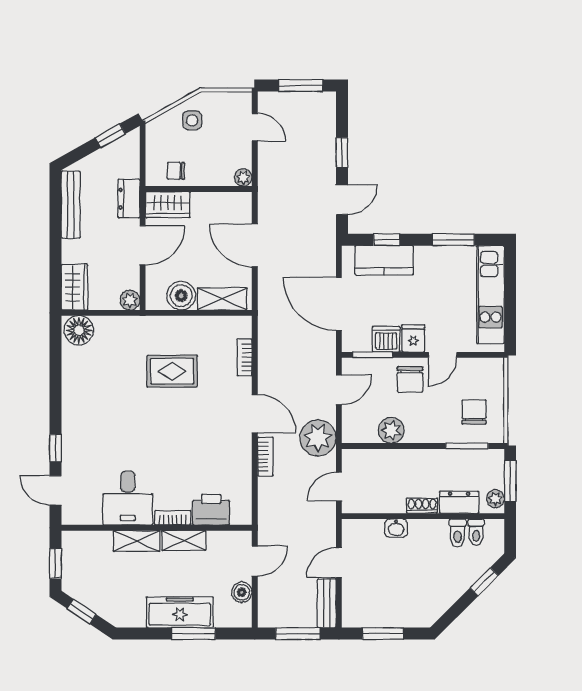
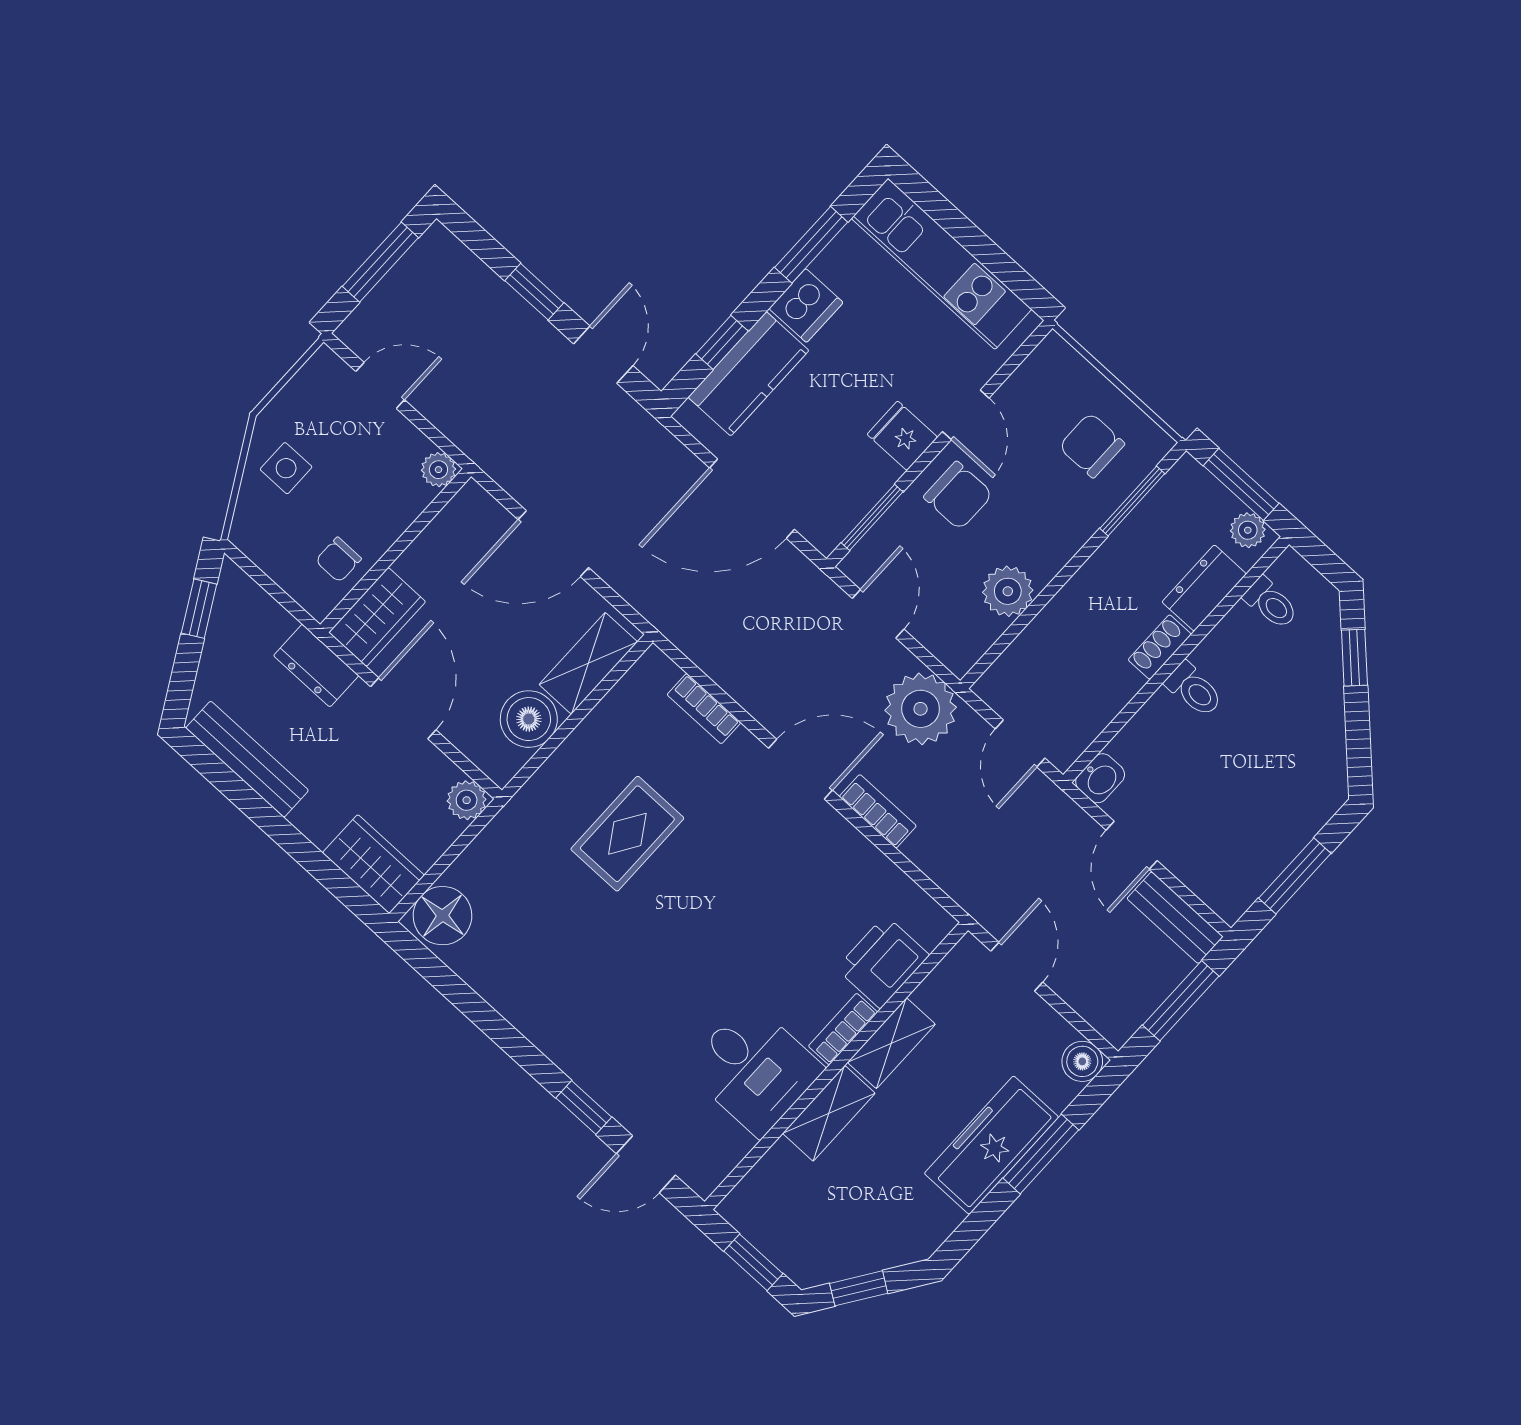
dishwasher: (386, 339) -> (806, 305), moved, turned 180
washbasin: (396, 528) -> (1100, 778), moved
toilet: (458, 533) -> (1194, 689), moved
boiler: (242, 592) -> (1082, 1061), moved

